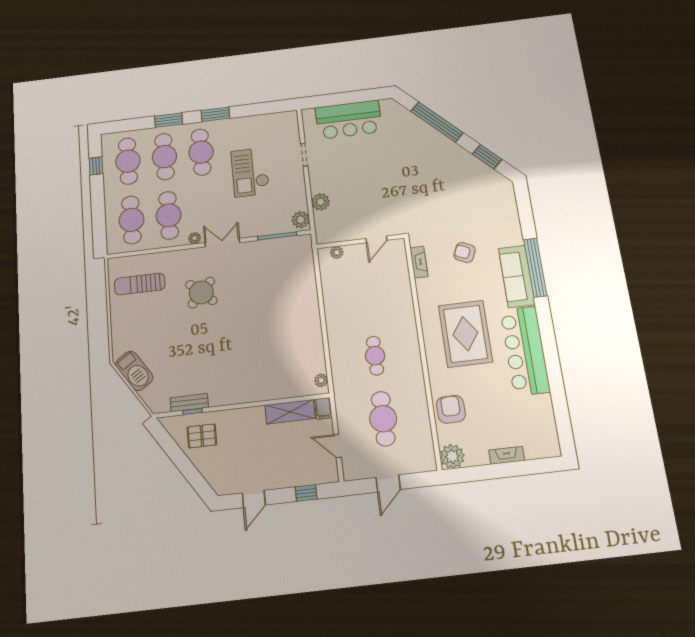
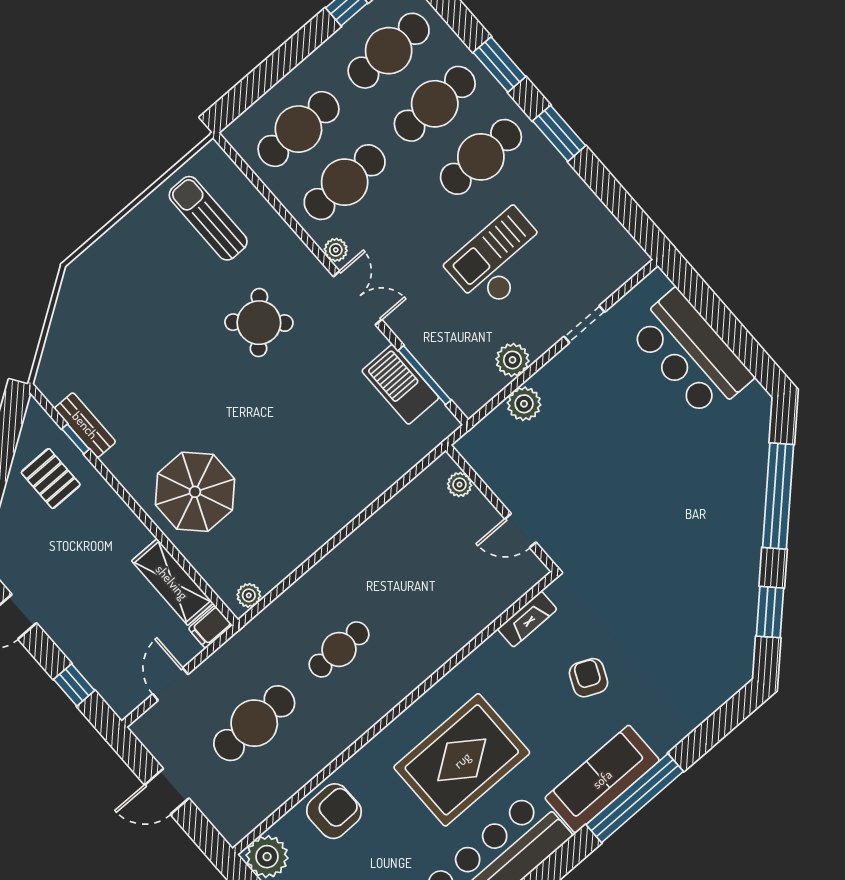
plant: (301, 220) -> (513, 360), moved
barbecue: (134, 371) -> (400, 384), moved, turned 124
parasol: (256, 373) -> (195, 492), added

